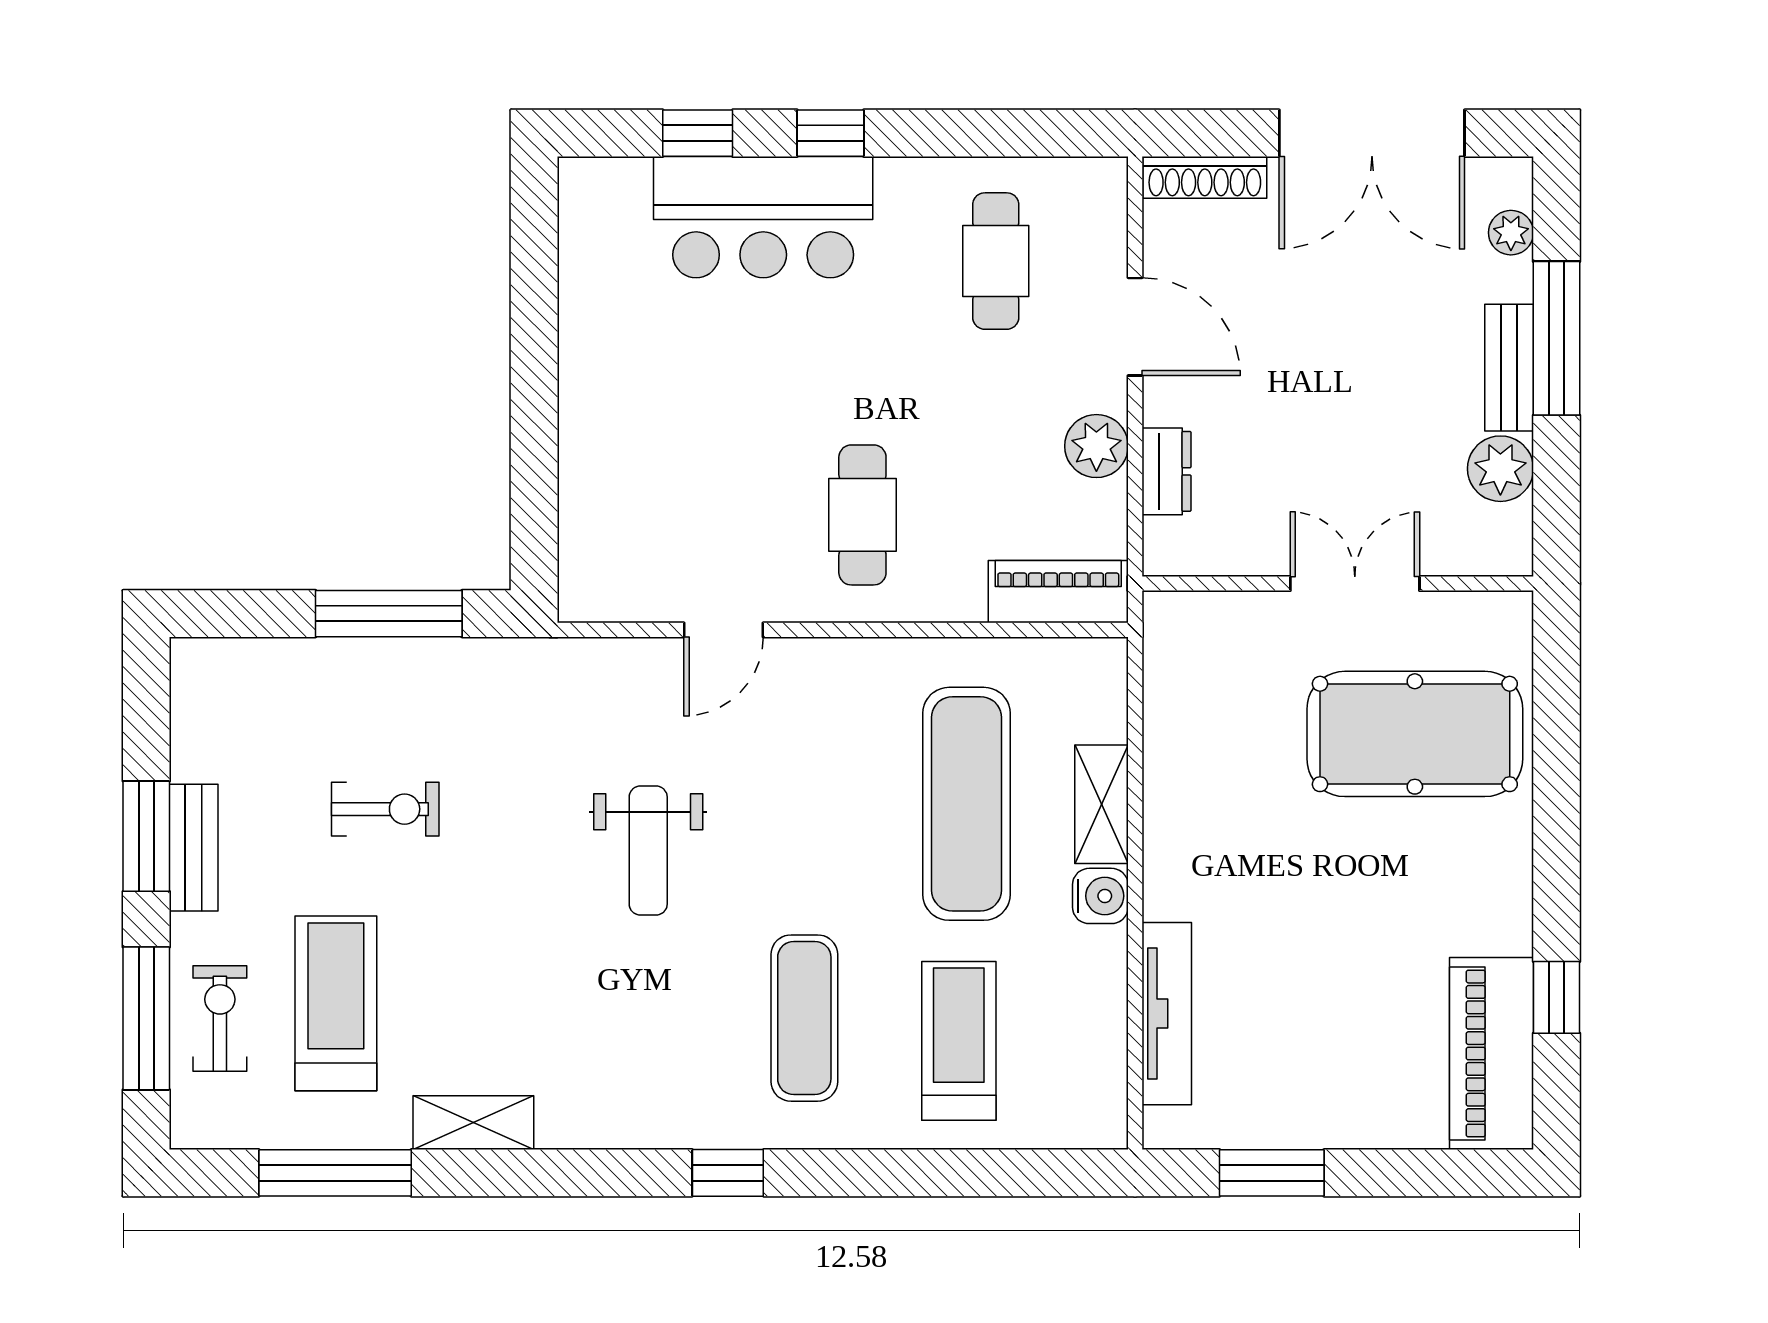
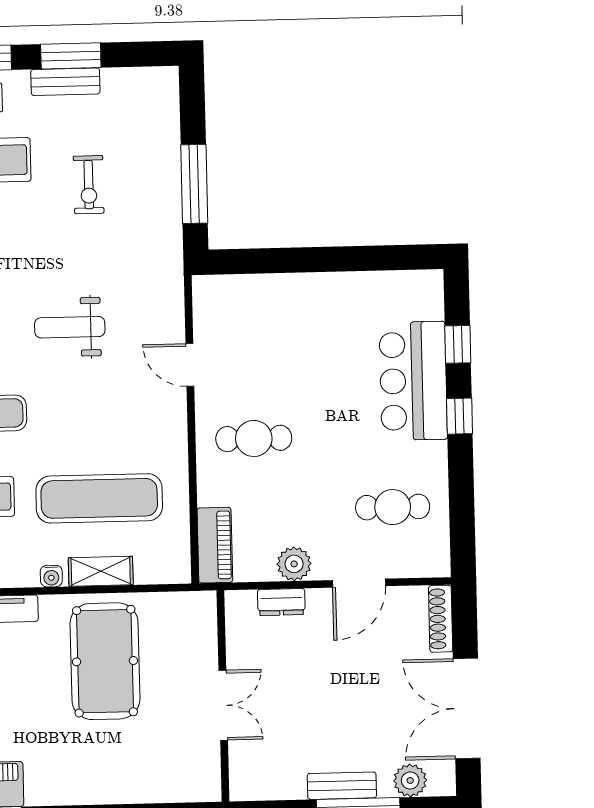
plant: (1511, 233) -> (410, 780), width x1.38, depth x1.38
plant: (1500, 469) -> (287, 782), removed
pool table: (1415, 734) -> (105, 661), moved
water cooler: (1100, 896) -> (51, 576), width x0.72, depth x0.72

